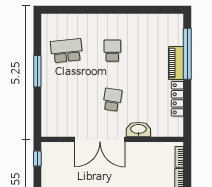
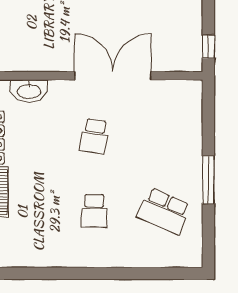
school desk: (66, 51) -> (164, 211), turned 30
washbasin: (138, 129) -> (29, 91), moved

